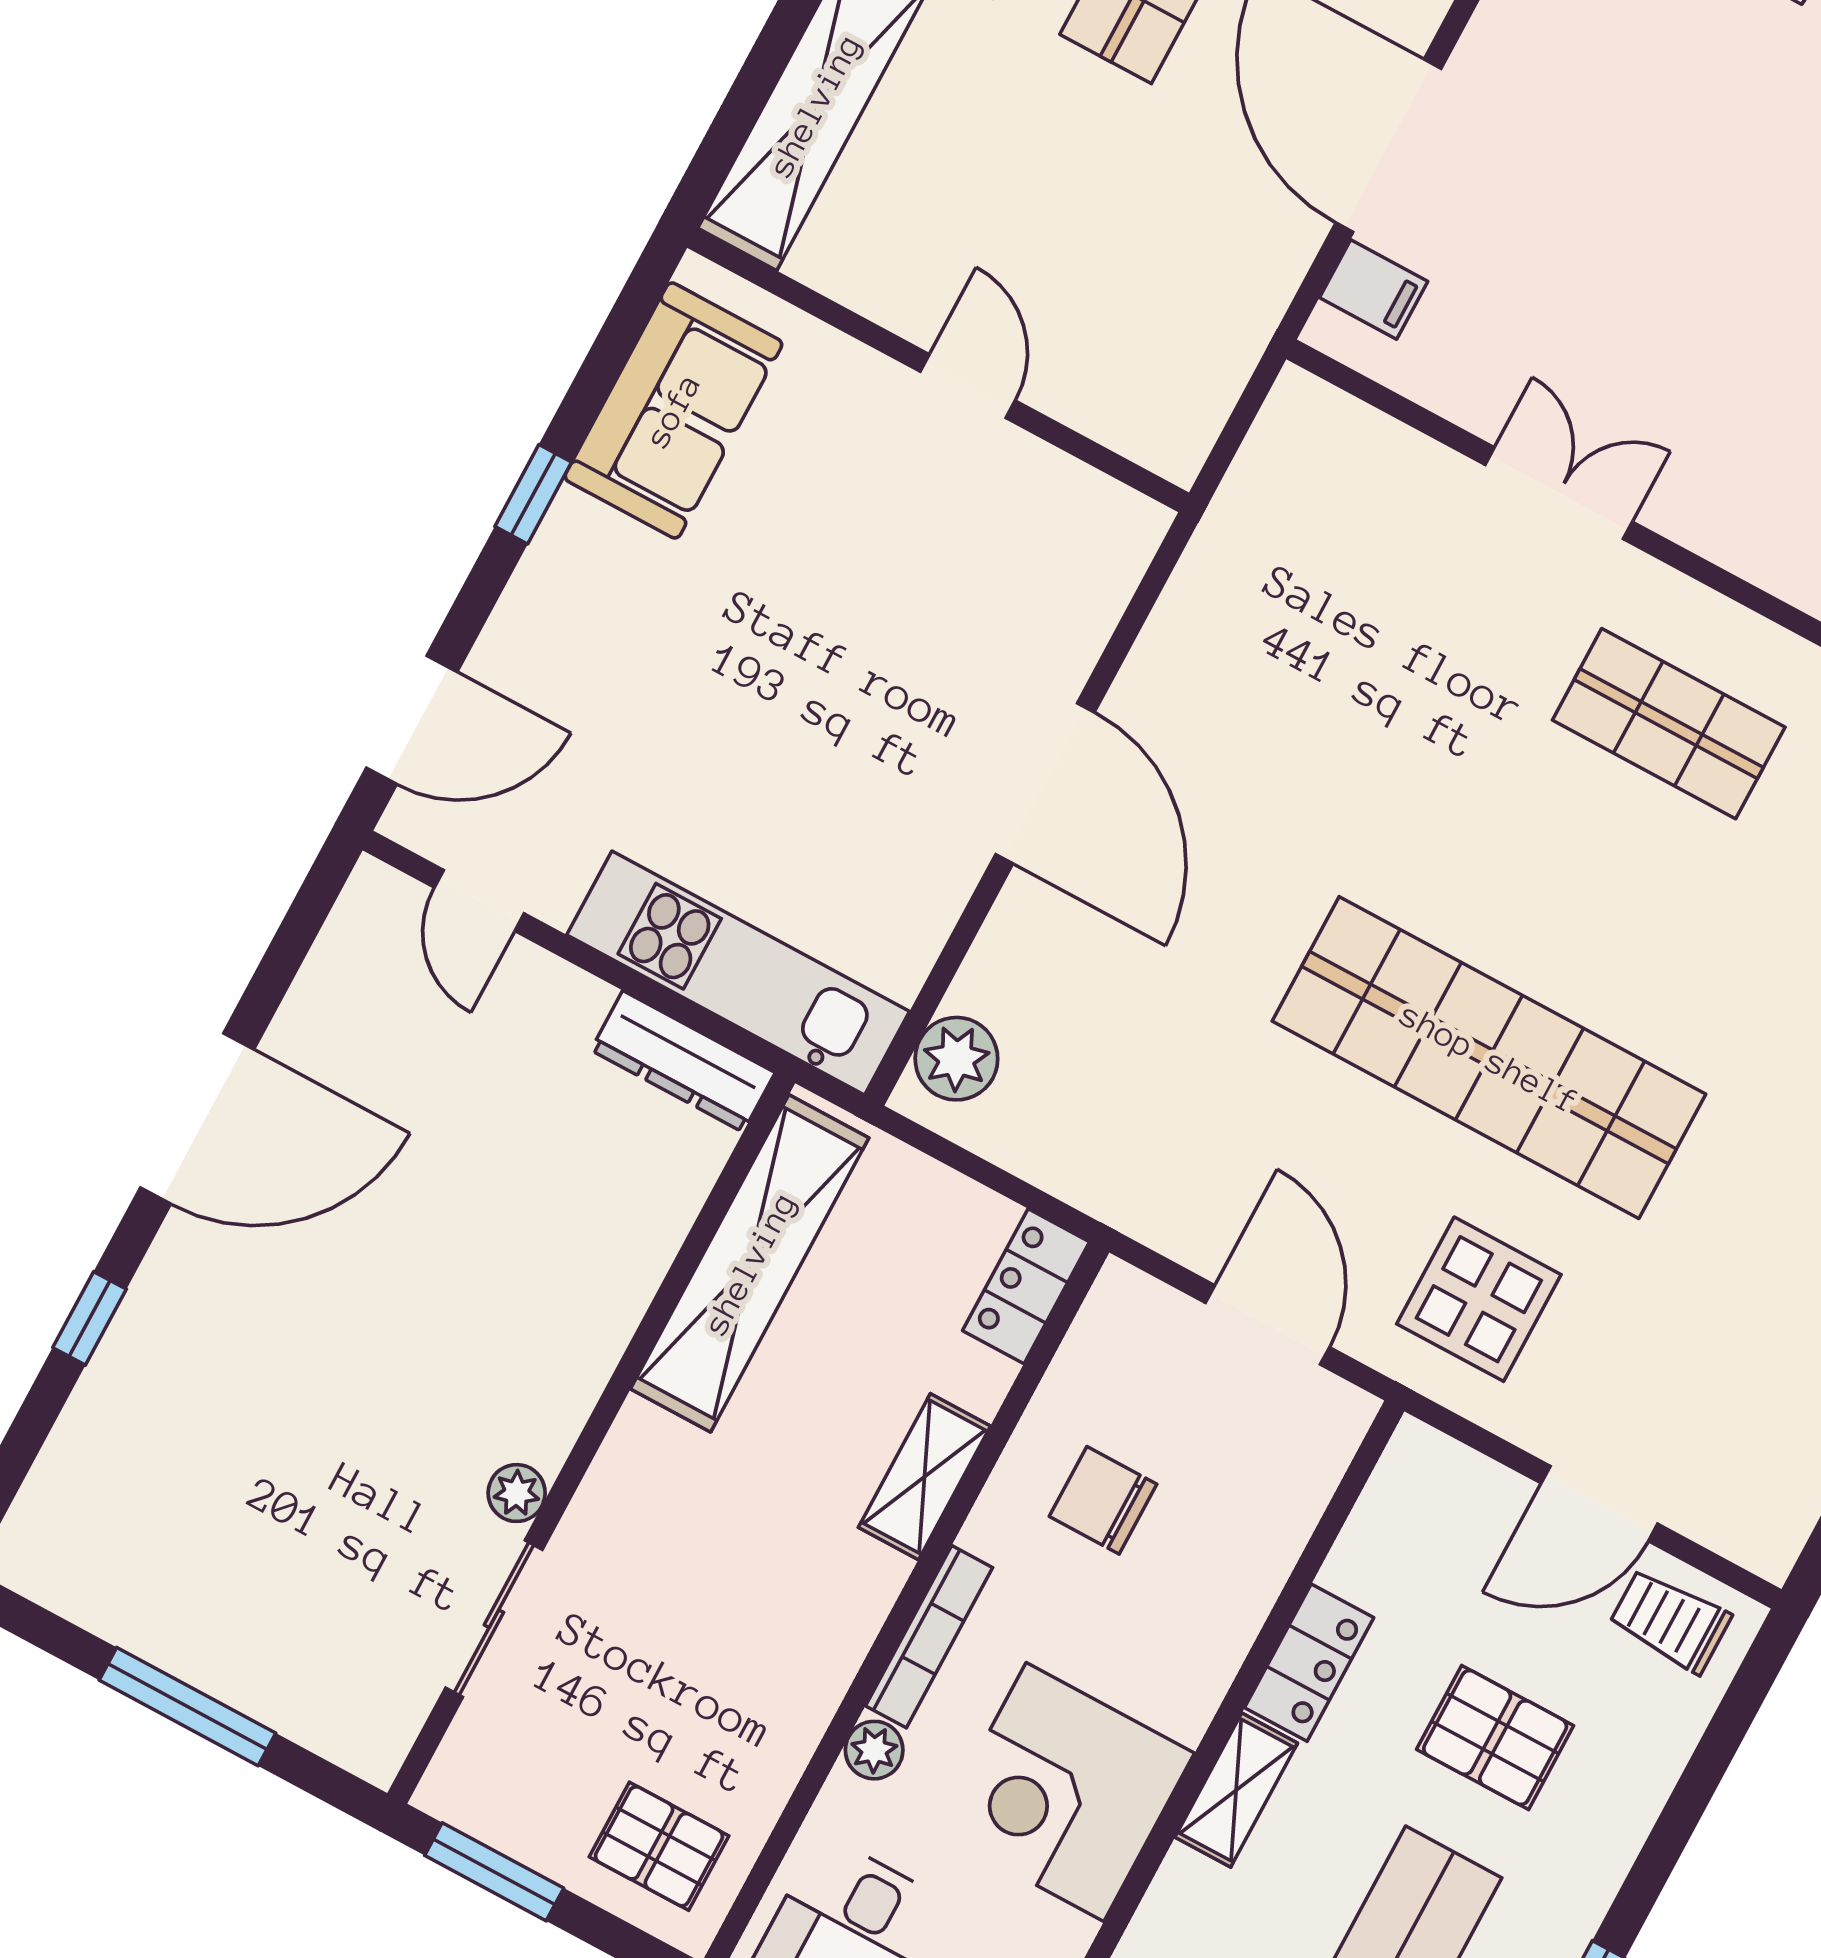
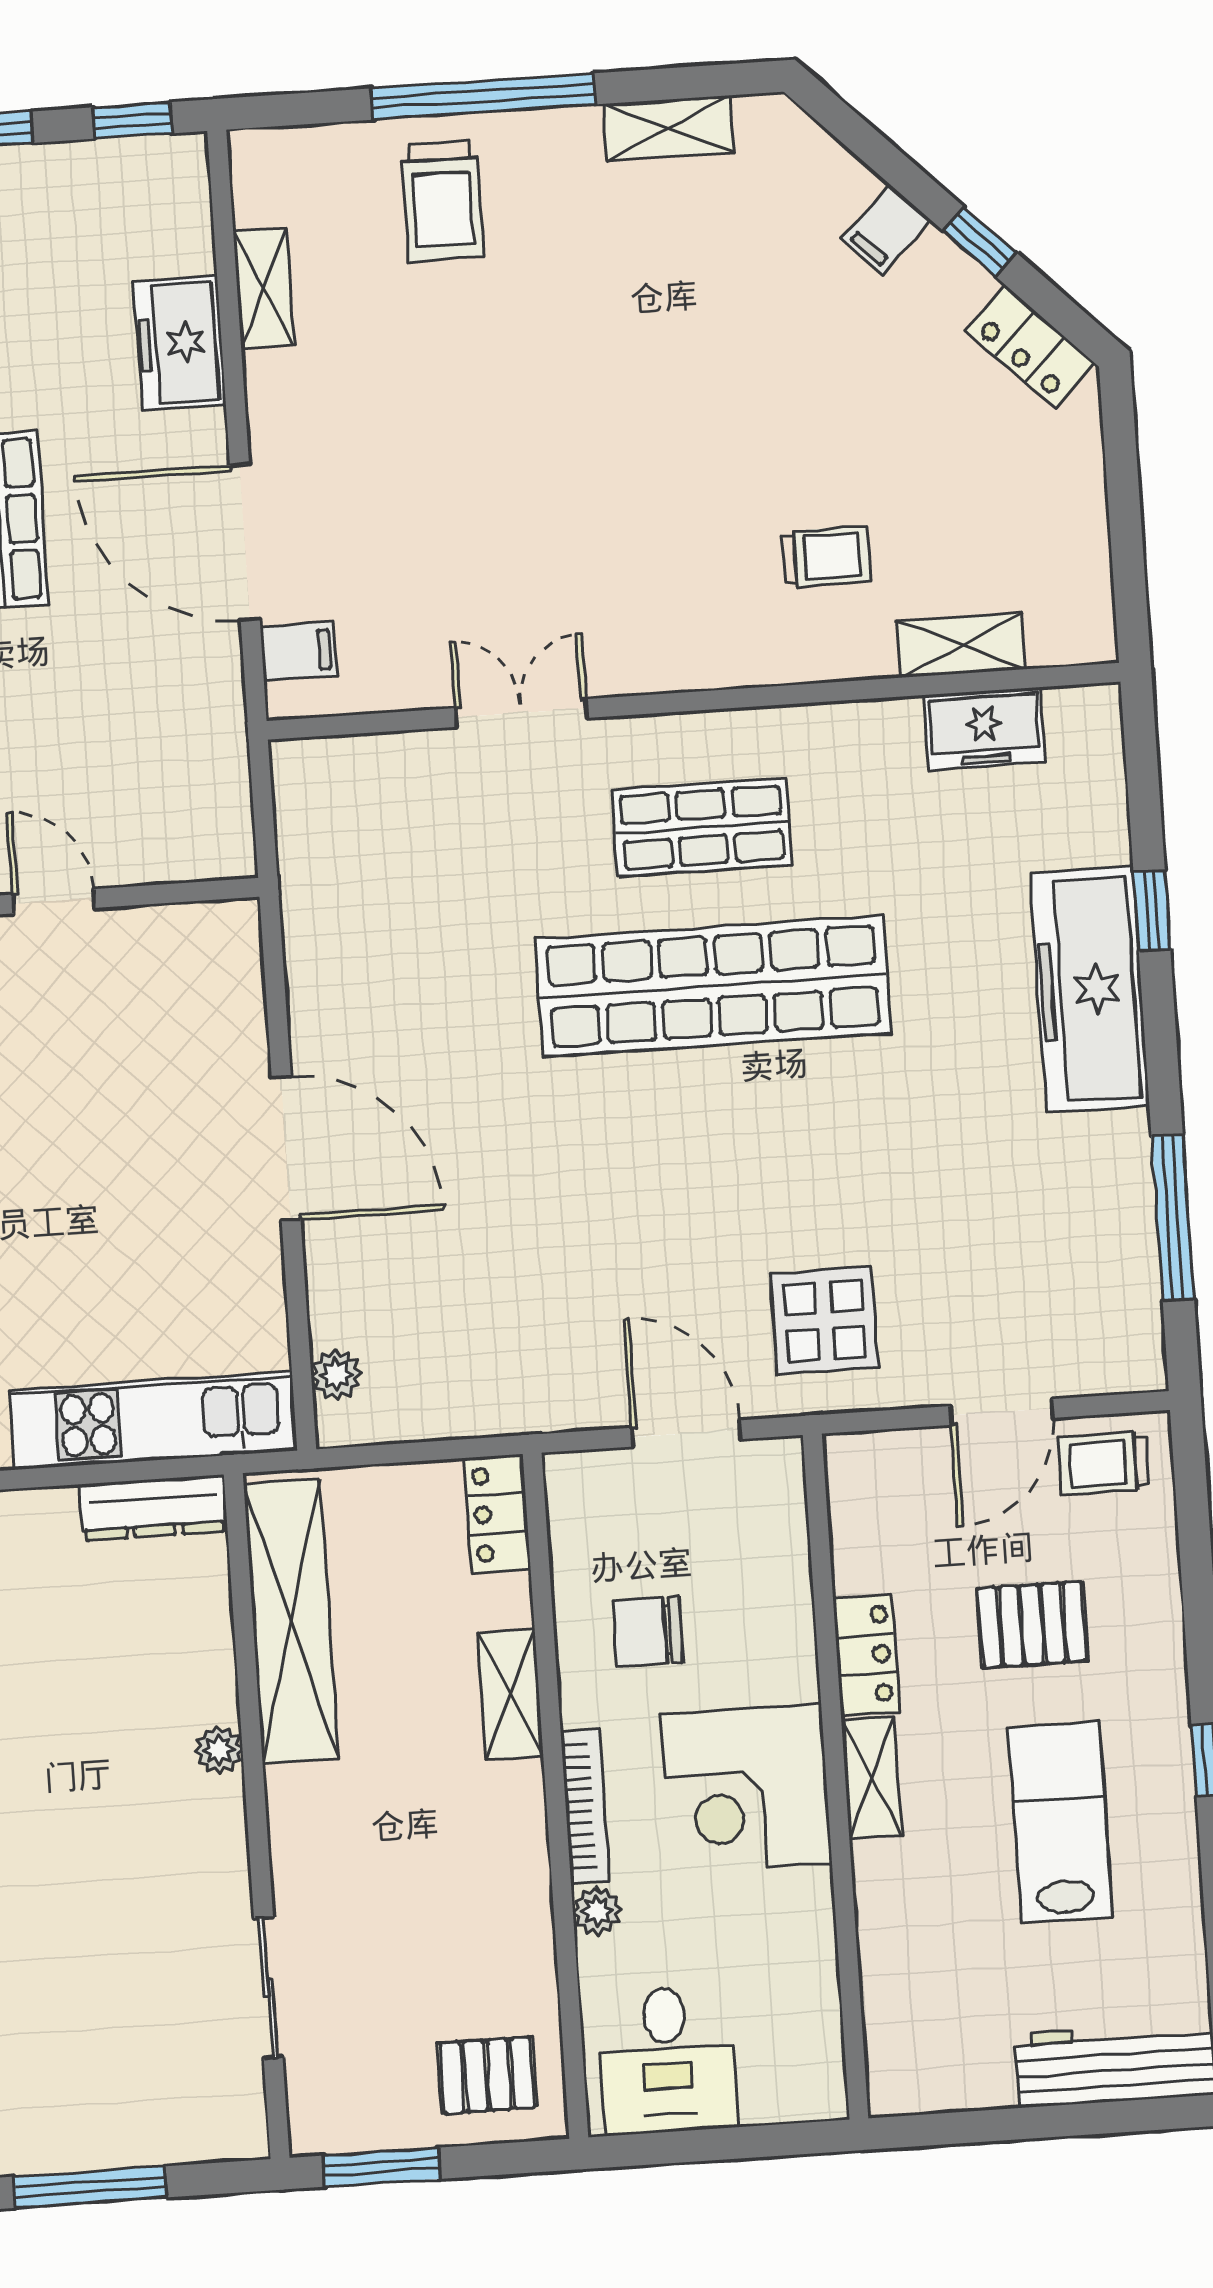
shop shelf: (1489, 1058) -> (713, 986), moved
plant: (956, 1059) -> (336, 1375), width x0.73, depth x0.73
plant: (517, 1493) -> (219, 1750), moved
corner desk: (1065, 1792) -> (747, 1789), moved

